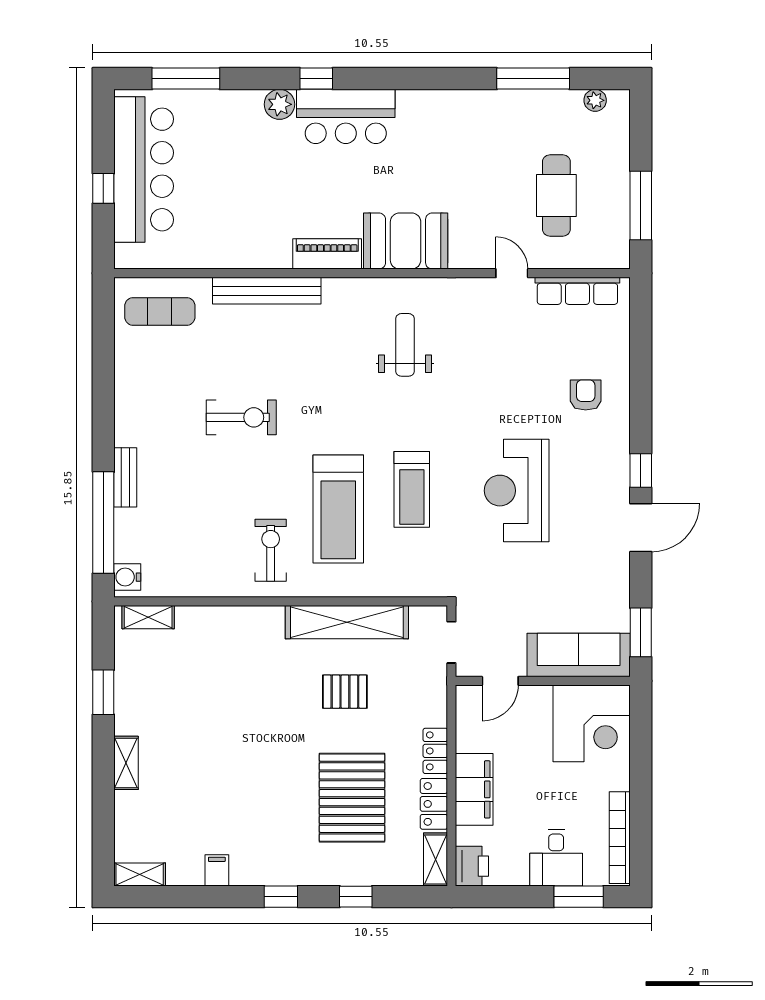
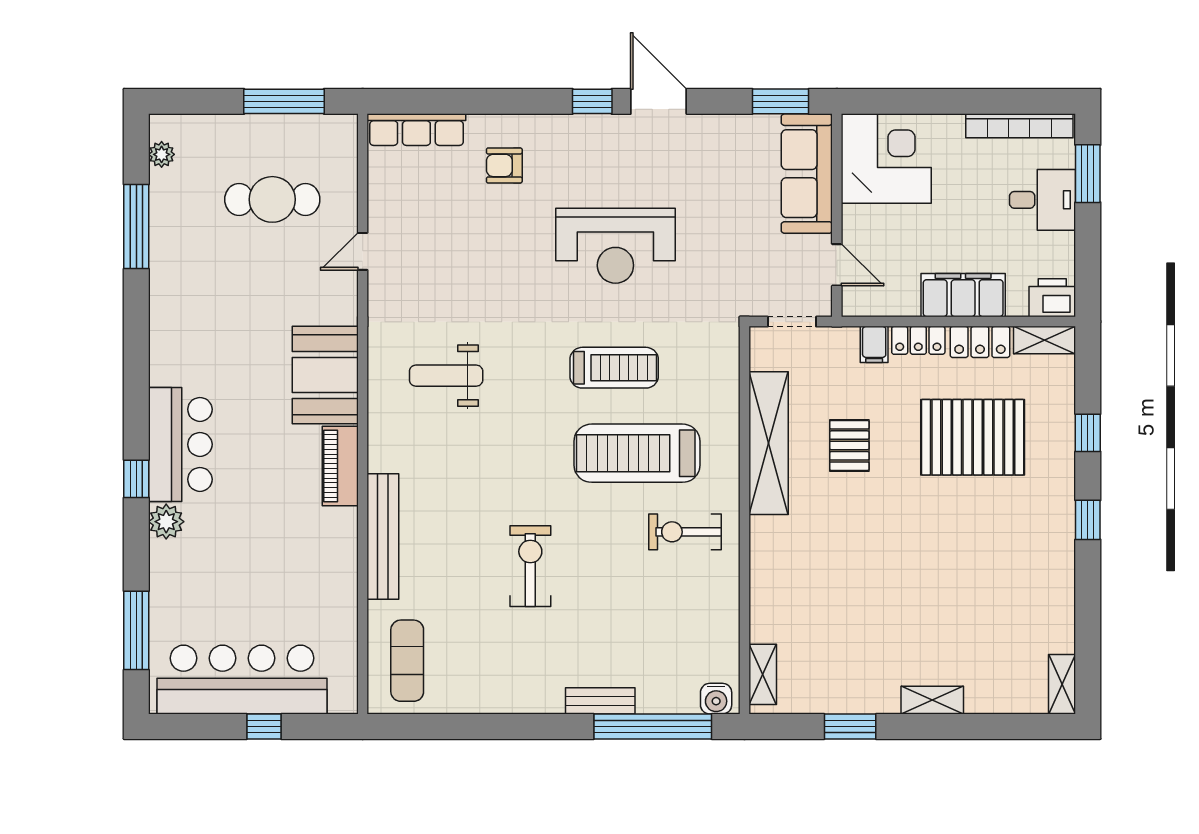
row of seats: (577, 291) -> (416, 130), moved, turned 90
treadmill: (338, 509) -> (637, 453), turned 180
filing cabinet: (217, 870) -> (874, 344), moved, turned -90

